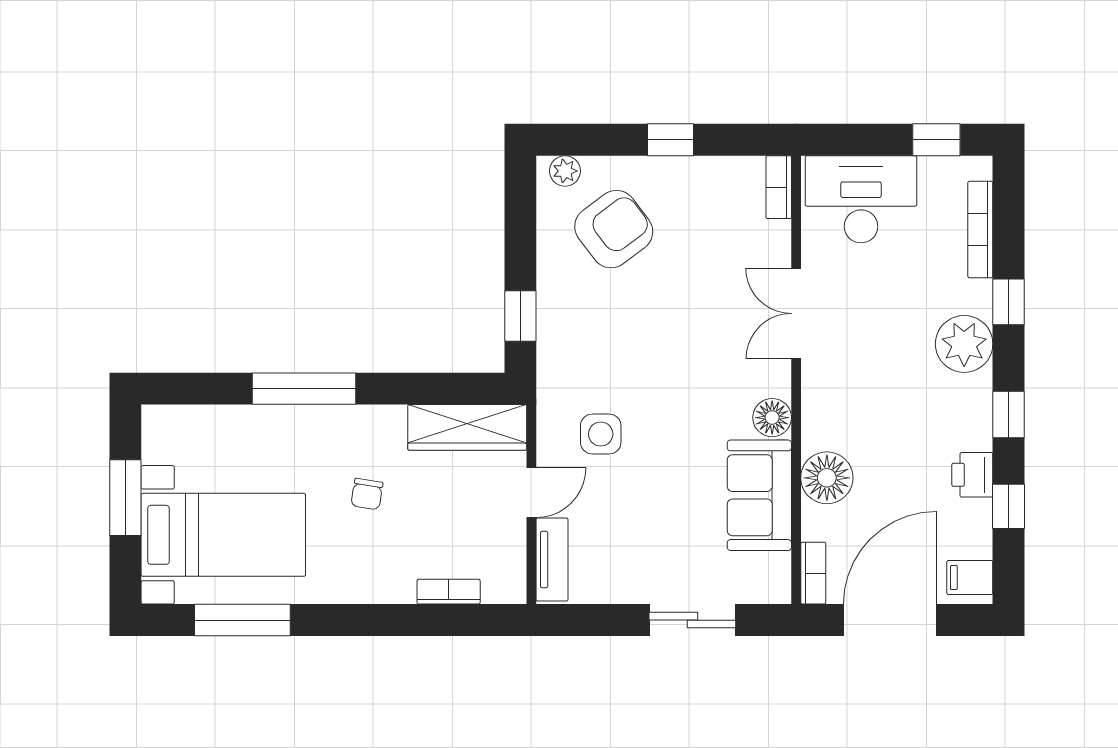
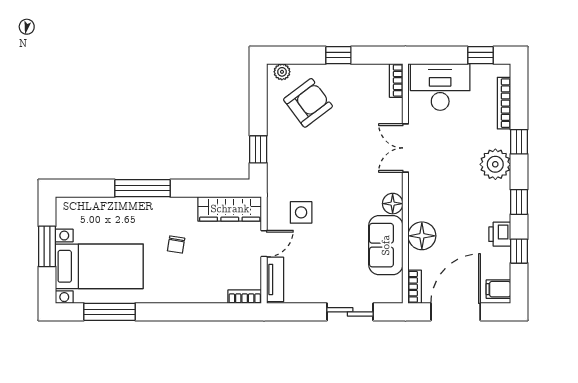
bookcase: (449, 592) -> (245, 297), moved

